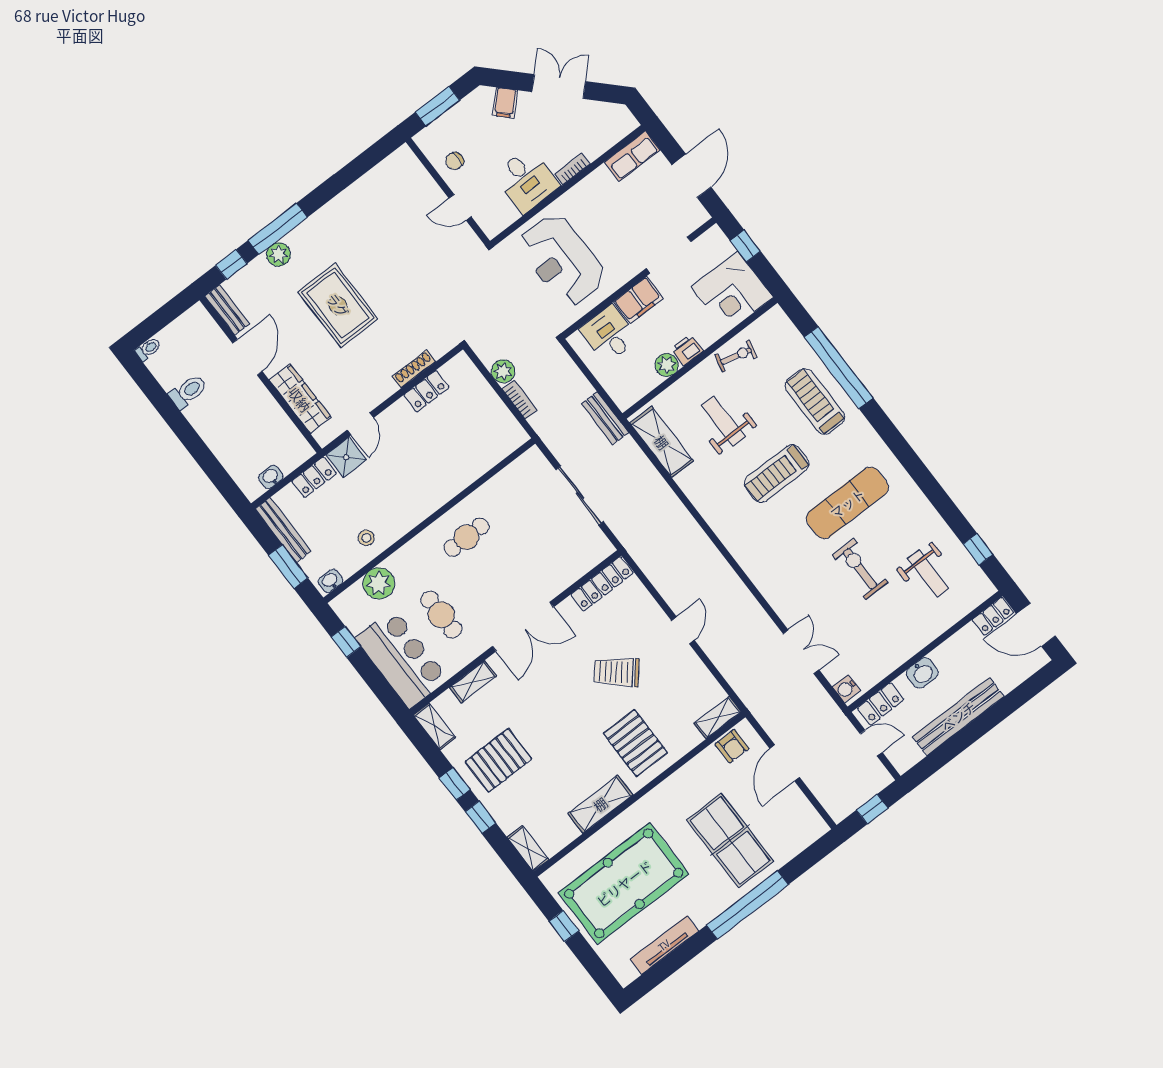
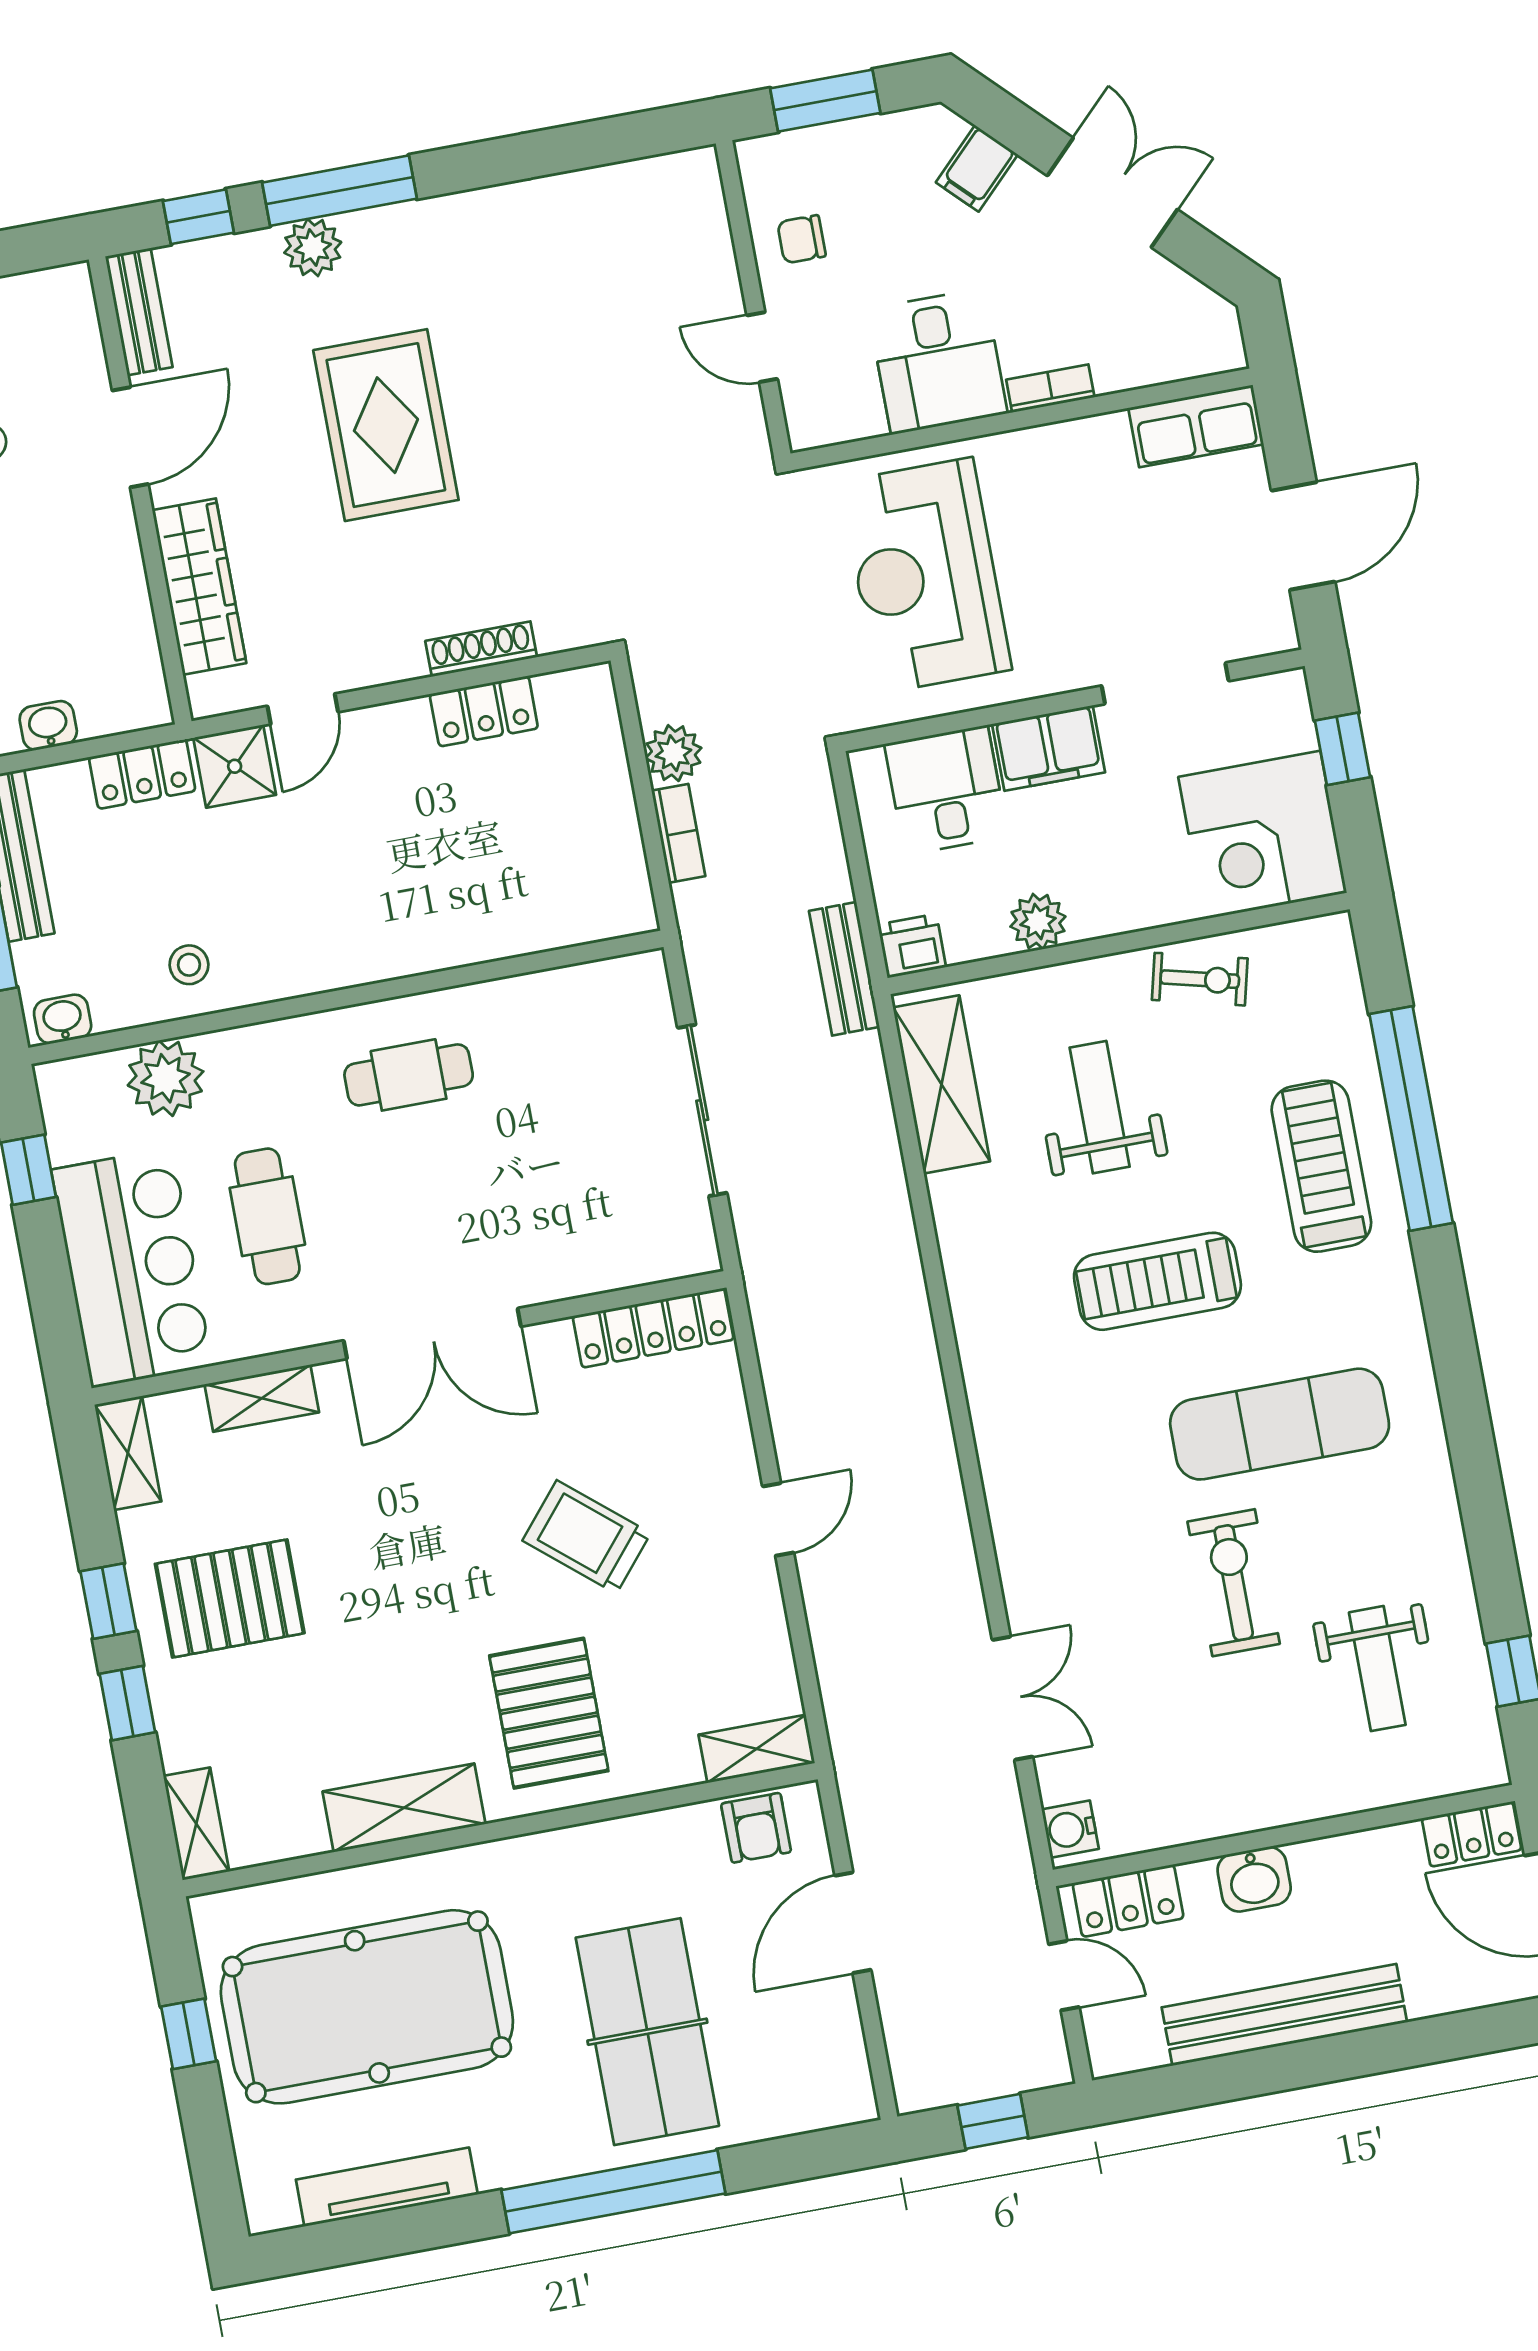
printer: (687, 350) -> (912, 946), moved

